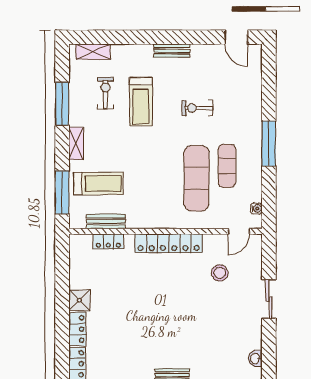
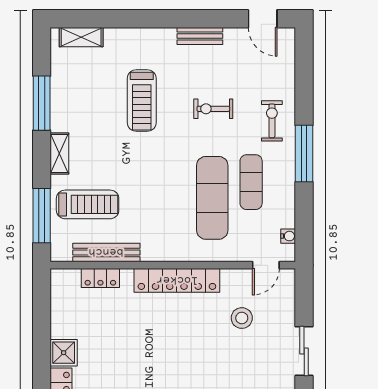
bench: (172, 51) -> (200, 36), moved
exercise bike: (105, 93) -> (272, 121), moved
bench: (106, 221) -> (106, 252), width x1.36

